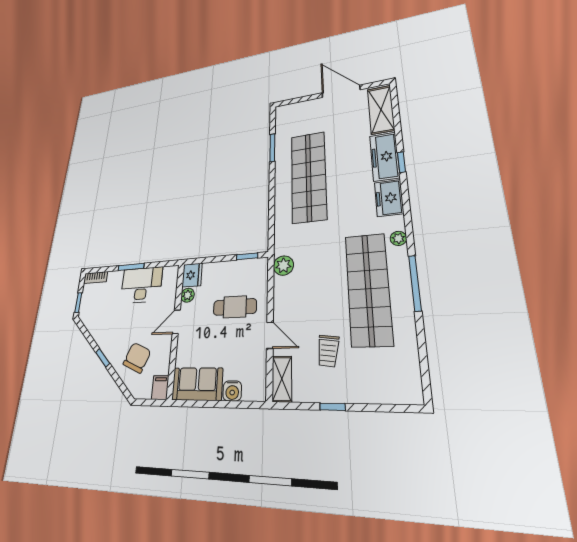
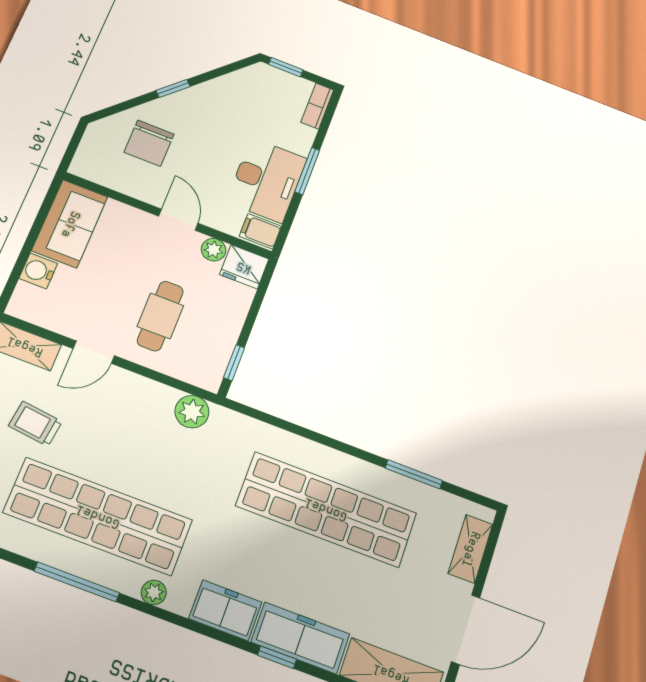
shelving: (299, 108) -> (470, 549), added
chair: (137, 358) -> (149, 143), turned 67
filing cabinet: (160, 388) -> (260, 231), moved, turned 180

